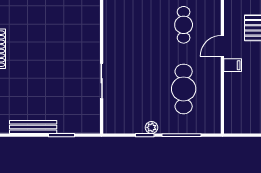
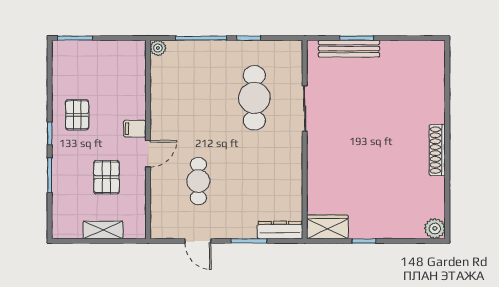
cafe table: (184, 89) -> (254, 98), moved
bench: (33, 127) -> (349, 49), moved
plant: (151, 127) -> (158, 48), moved

